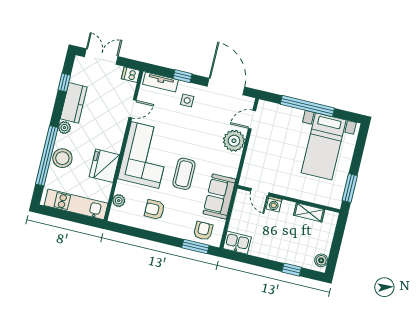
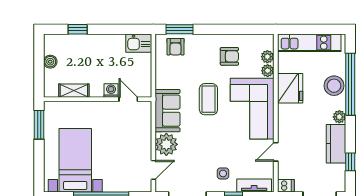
plant: (122, 187) -> (268, 71), added
sofa: (219, 196) -> (168, 111), moved
boiler: (321, 260) -> (50, 62), moved

